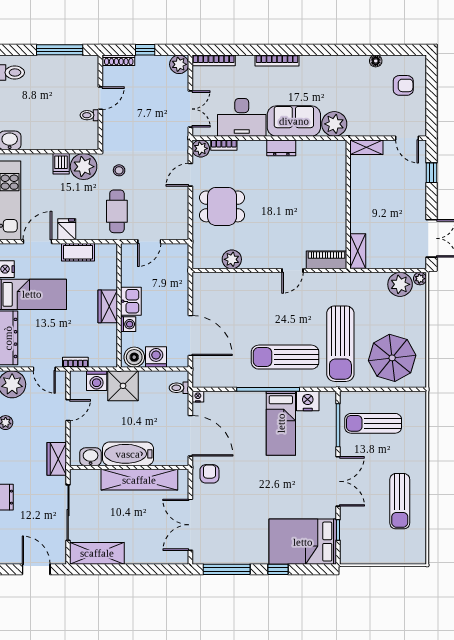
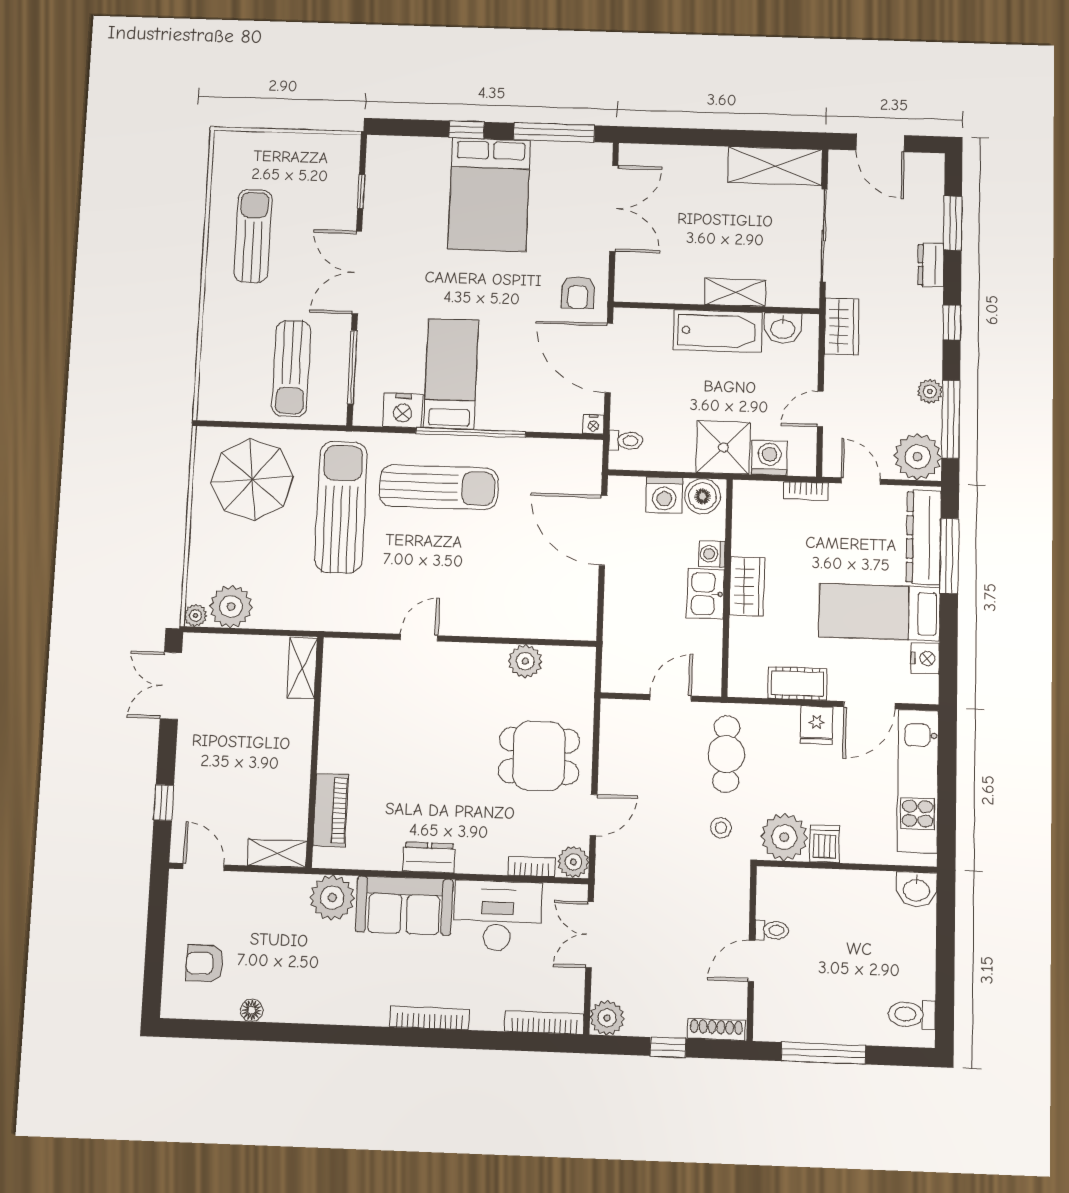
piano: (326, 260) -> (331, 810), moved, turned -90
sun lounger: (373, 423) -> (291, 368), turned 90
shelving: (139, 480) -> (735, 292), width x0.45, depth x0.75
bed: (303, 542) -> (489, 194), moved, turned 90

